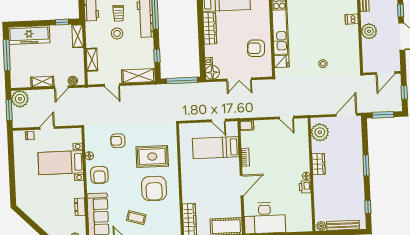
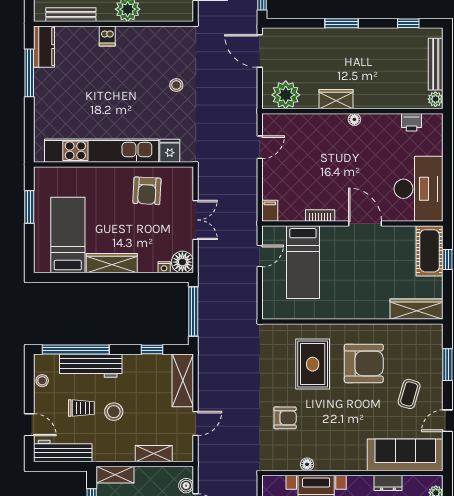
armchair: (118, 141) -> (285, 418), turned -90
armchair: (99, 175) -> (338, 450), removed
printer: (305, 187) -> (412, 122), moved

